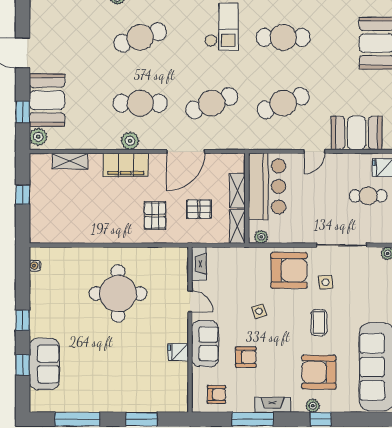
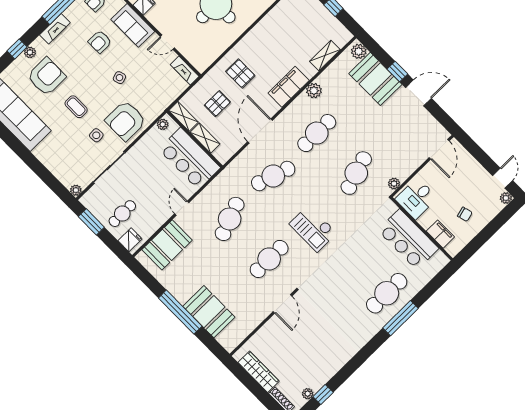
cafe table: (212, 103) -> (273, 176), turned 39
window: (23, 112) -> (397, 72), moved
plant: (130, 141) -> (314, 91), moved

